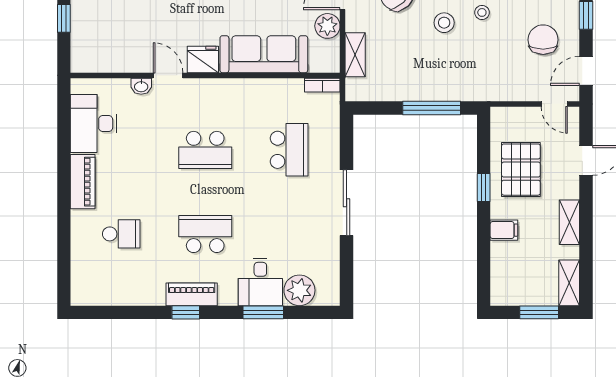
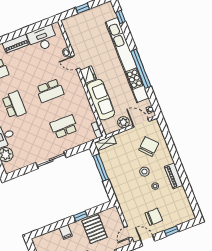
shelving: (355, 55) -> (105, 143), moved
door: (168, 75) -> (76, 62), swing flipped
window: (432, 108) -> (101, 168), moved
school desk: (205, 150) -> (50, 91), turned -90
school desk: (289, 150) -> (64, 127), turned 180
pallet: (521, 170) -> (94, 229), turned 90

